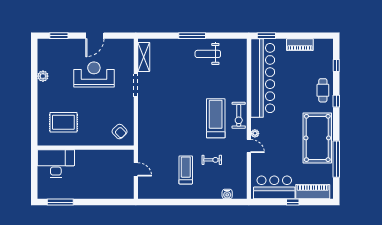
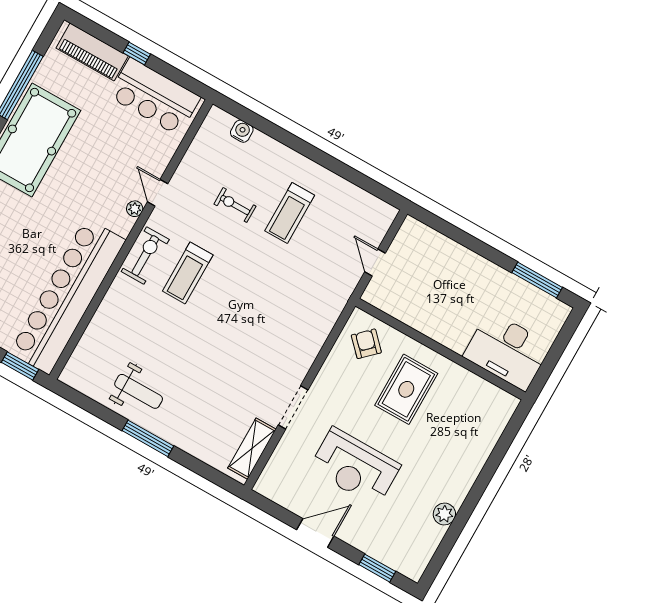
treadmill: (216, 118) -> (188, 273), width x0.73, depth x0.73
rug: (63, 122) -> (406, 389), moved, turned 90

